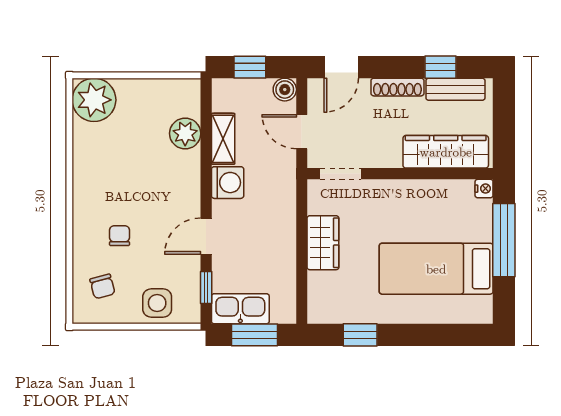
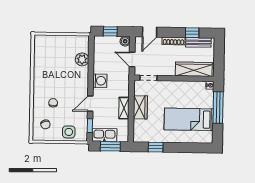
plant: (94, 100) -> (43, 44), removed
shelving: (223, 139) -> (124, 108), moved

